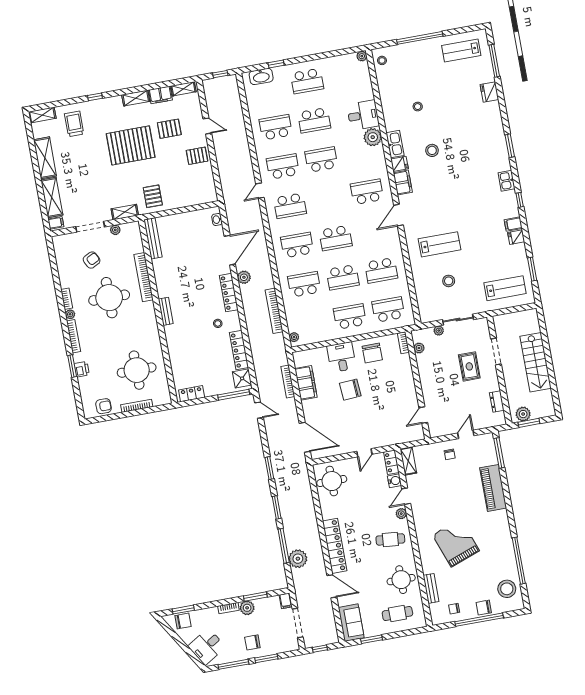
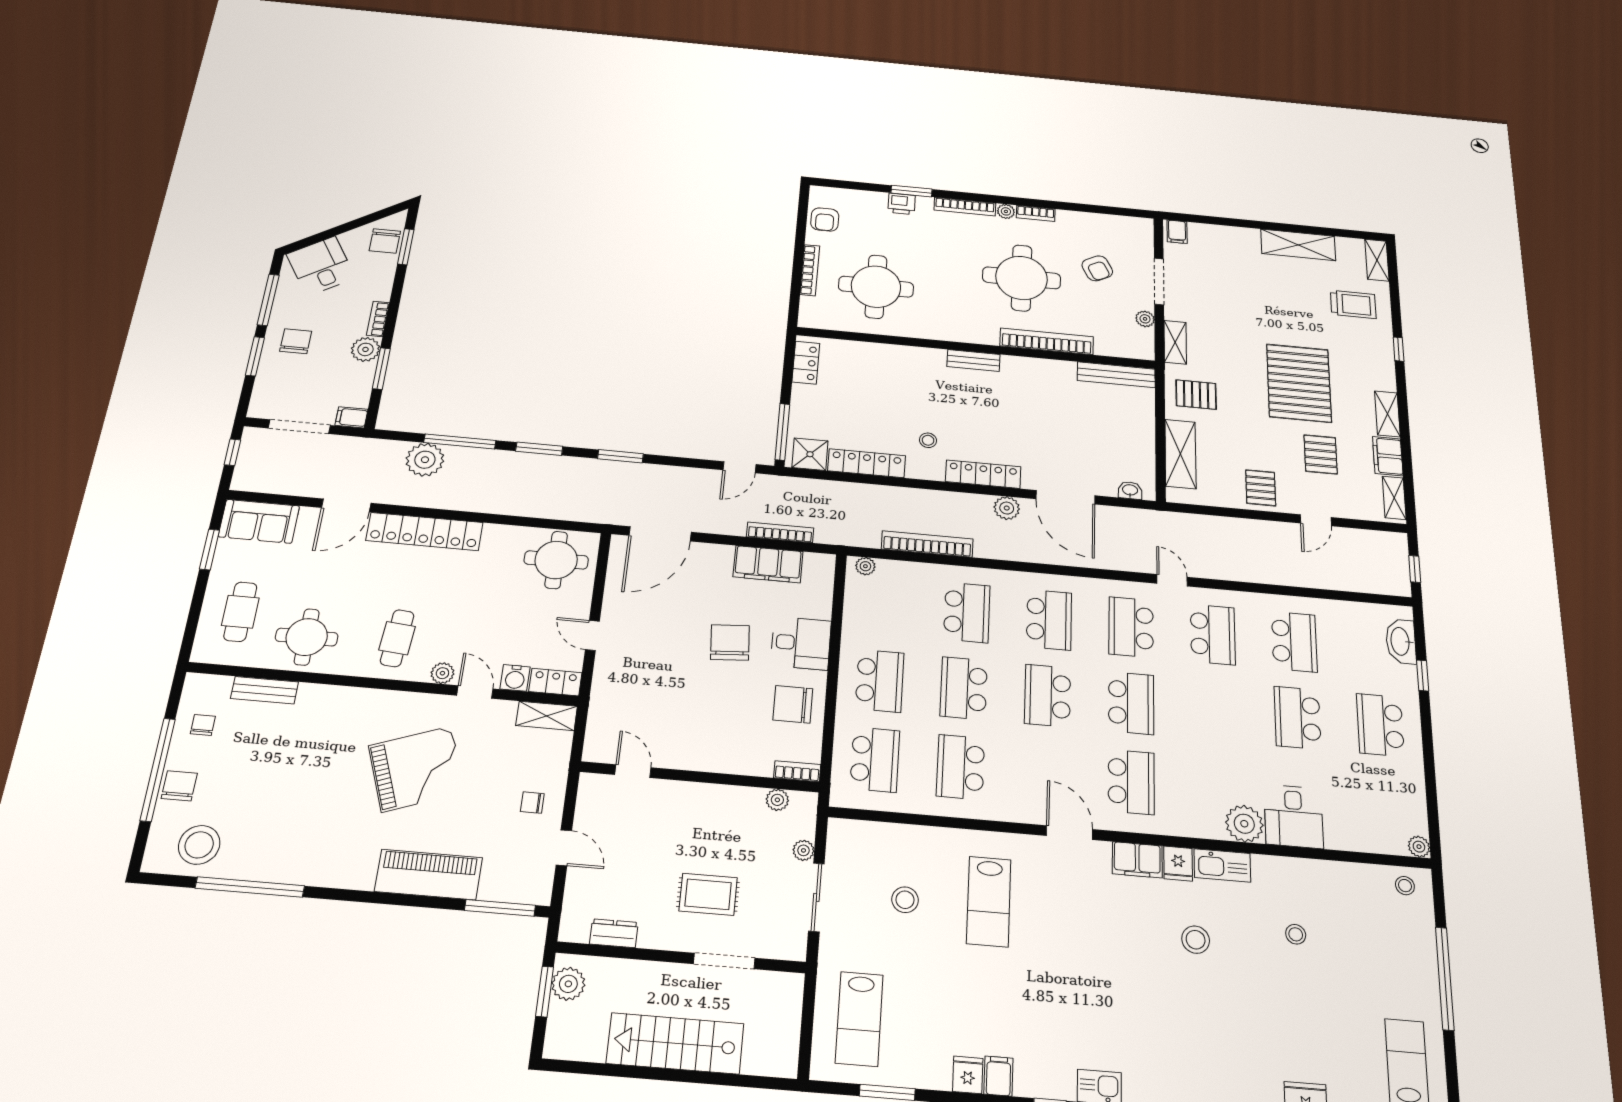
school desk: (321, 160) -> (1131, 703), moved
shelving: (52, 198) -> (1180, 454), moved, turned 90
grand piano: (456, 543) -> (417, 769), moved

